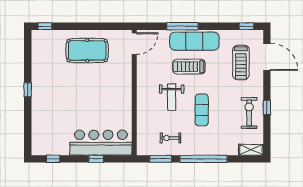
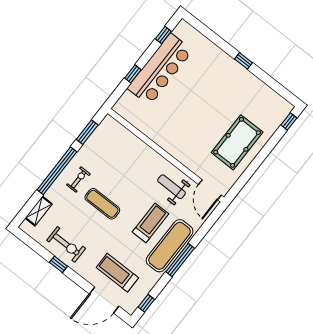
window: (182, 26) -> (180, 260), moved
weight bench: (172, 97) -> (171, 187), moved
exercise bike: (170, 138) -> (78, 179), moved
bar counter: (101, 143) -> (160, 69), moved
shelving: (251, 150) -> (39, 211), moved

